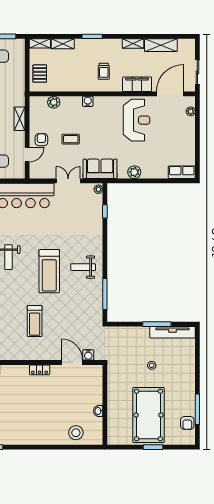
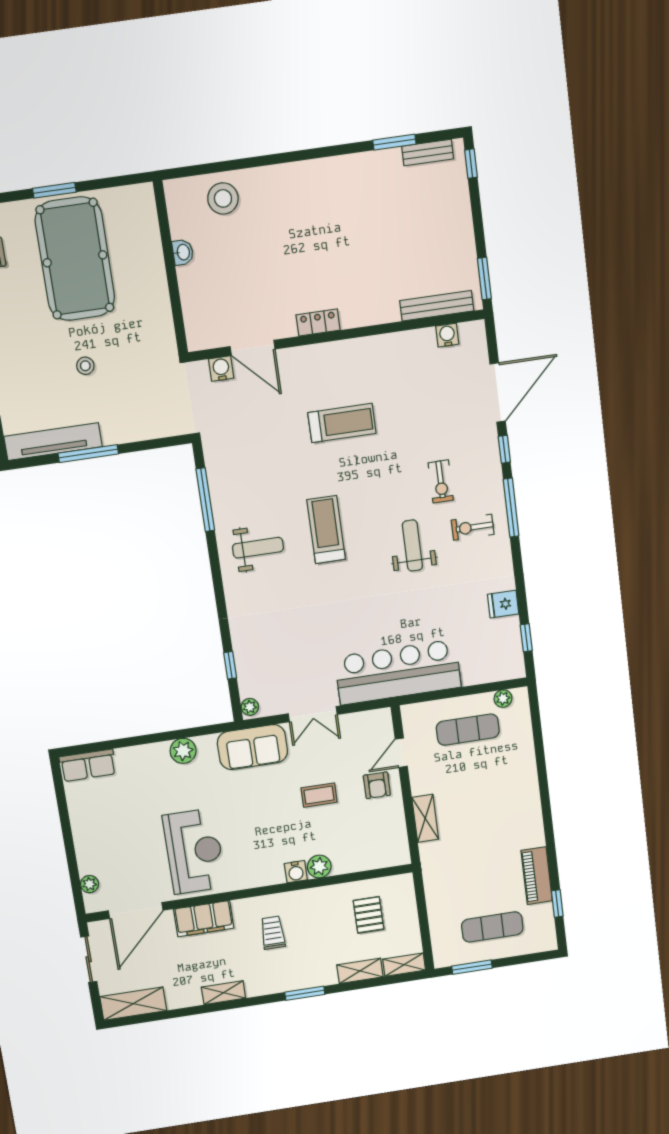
shelving: (161, 45) -> (133, 1004), moved
pallet: (40, 74) -> (369, 915), moved
plant: (54, 102) -> (319, 867), moved
reception desk: (137, 120) -> (194, 851), turned 180
treadmill: (49, 271) -> (326, 530), width x0.73, depth x0.73
treadmill: (35, 321) -> (342, 423), turned 90

